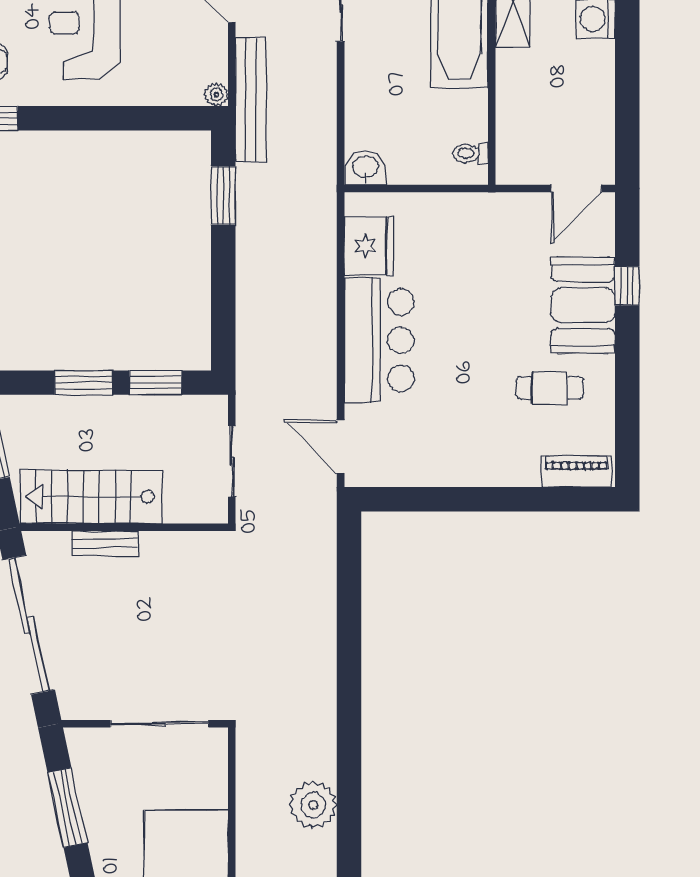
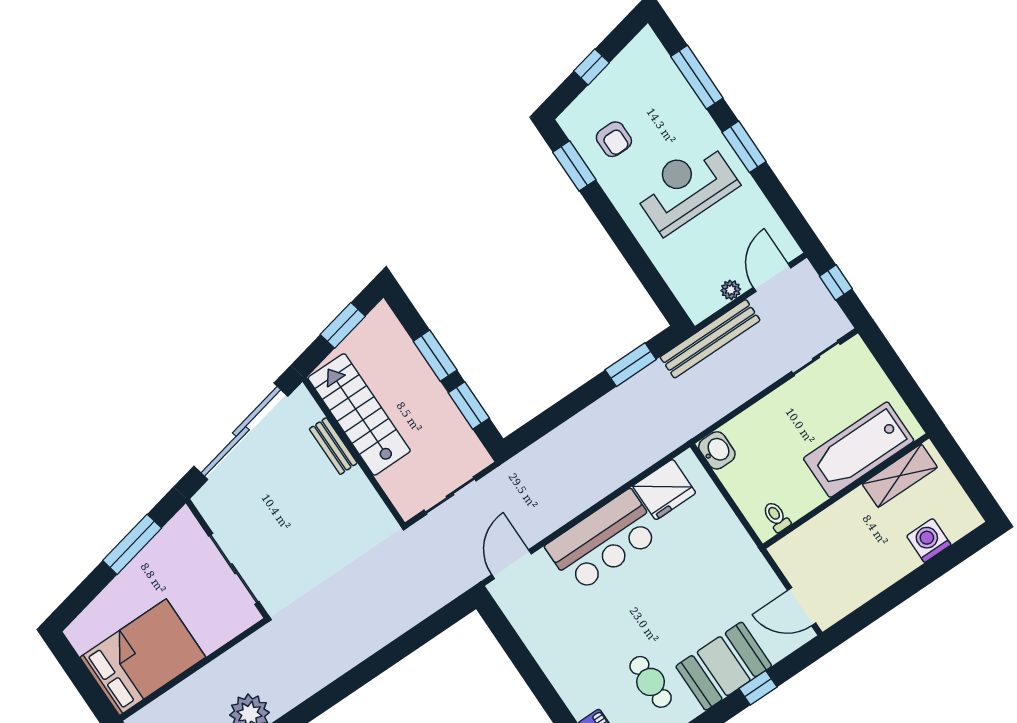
plant: (216, 94) -> (731, 290), moved

